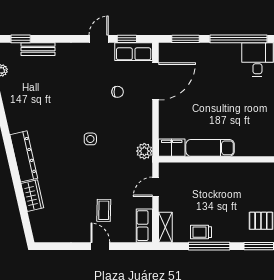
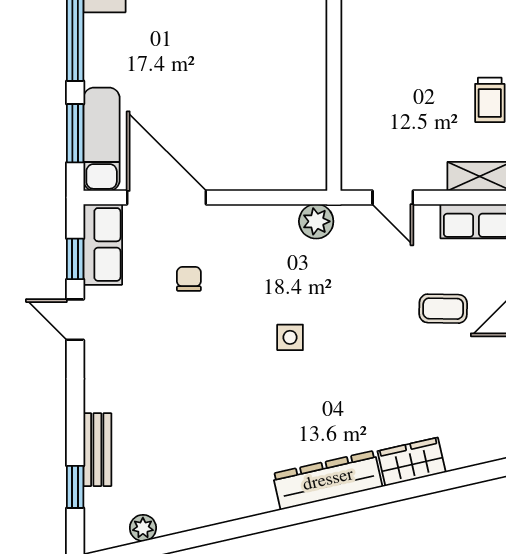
filing cabinet: (172, 148) -> (309, 163), removed
exam couch: (210, 148) -> (102, 139), moved, turned 180

